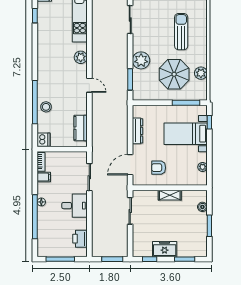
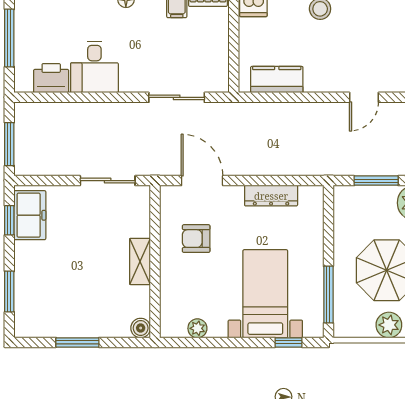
armchair: (159, 168) -> (196, 239), turned -90
desk: (74, 206) -> (94, 67), moved
boiler: (202, 207) -> (141, 328), moved
freezer: (165, 249) -> (30, 215), moved

